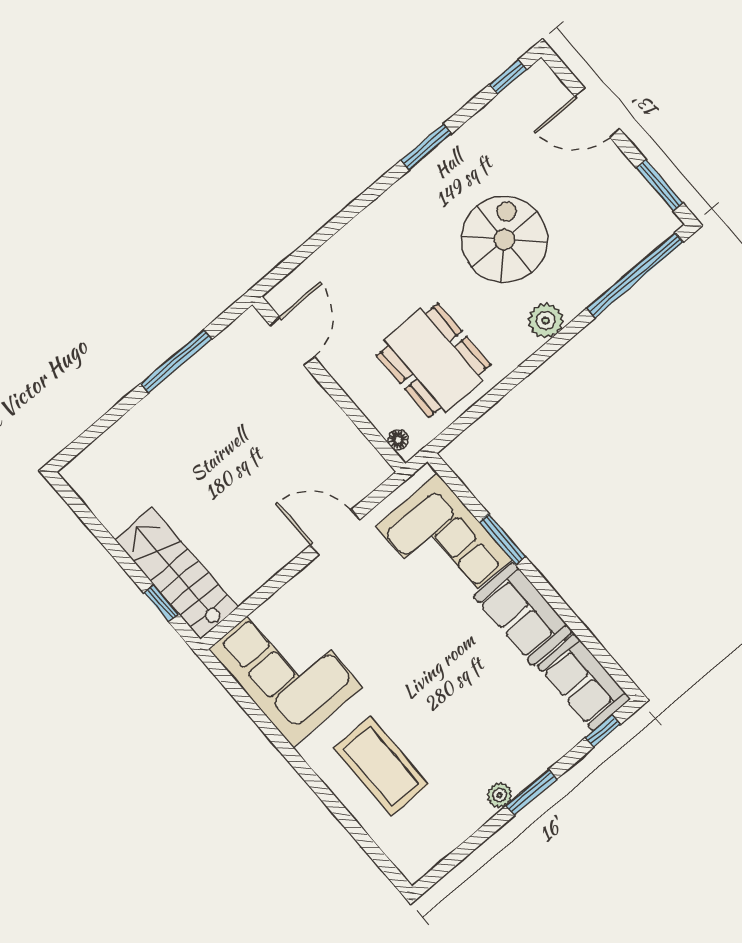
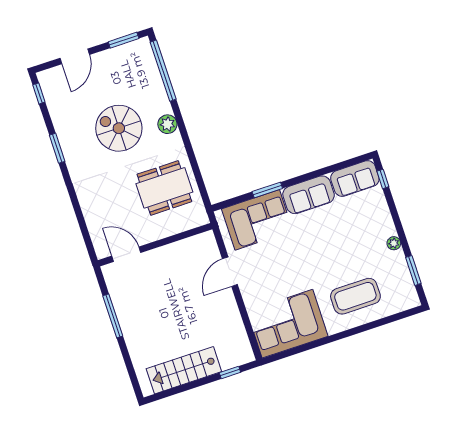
floor lamp: (398, 440) -> (197, 222), removed
stairs: (176, 573) -> (184, 370), moved
window: (532, 792) -> (413, 270), moved

